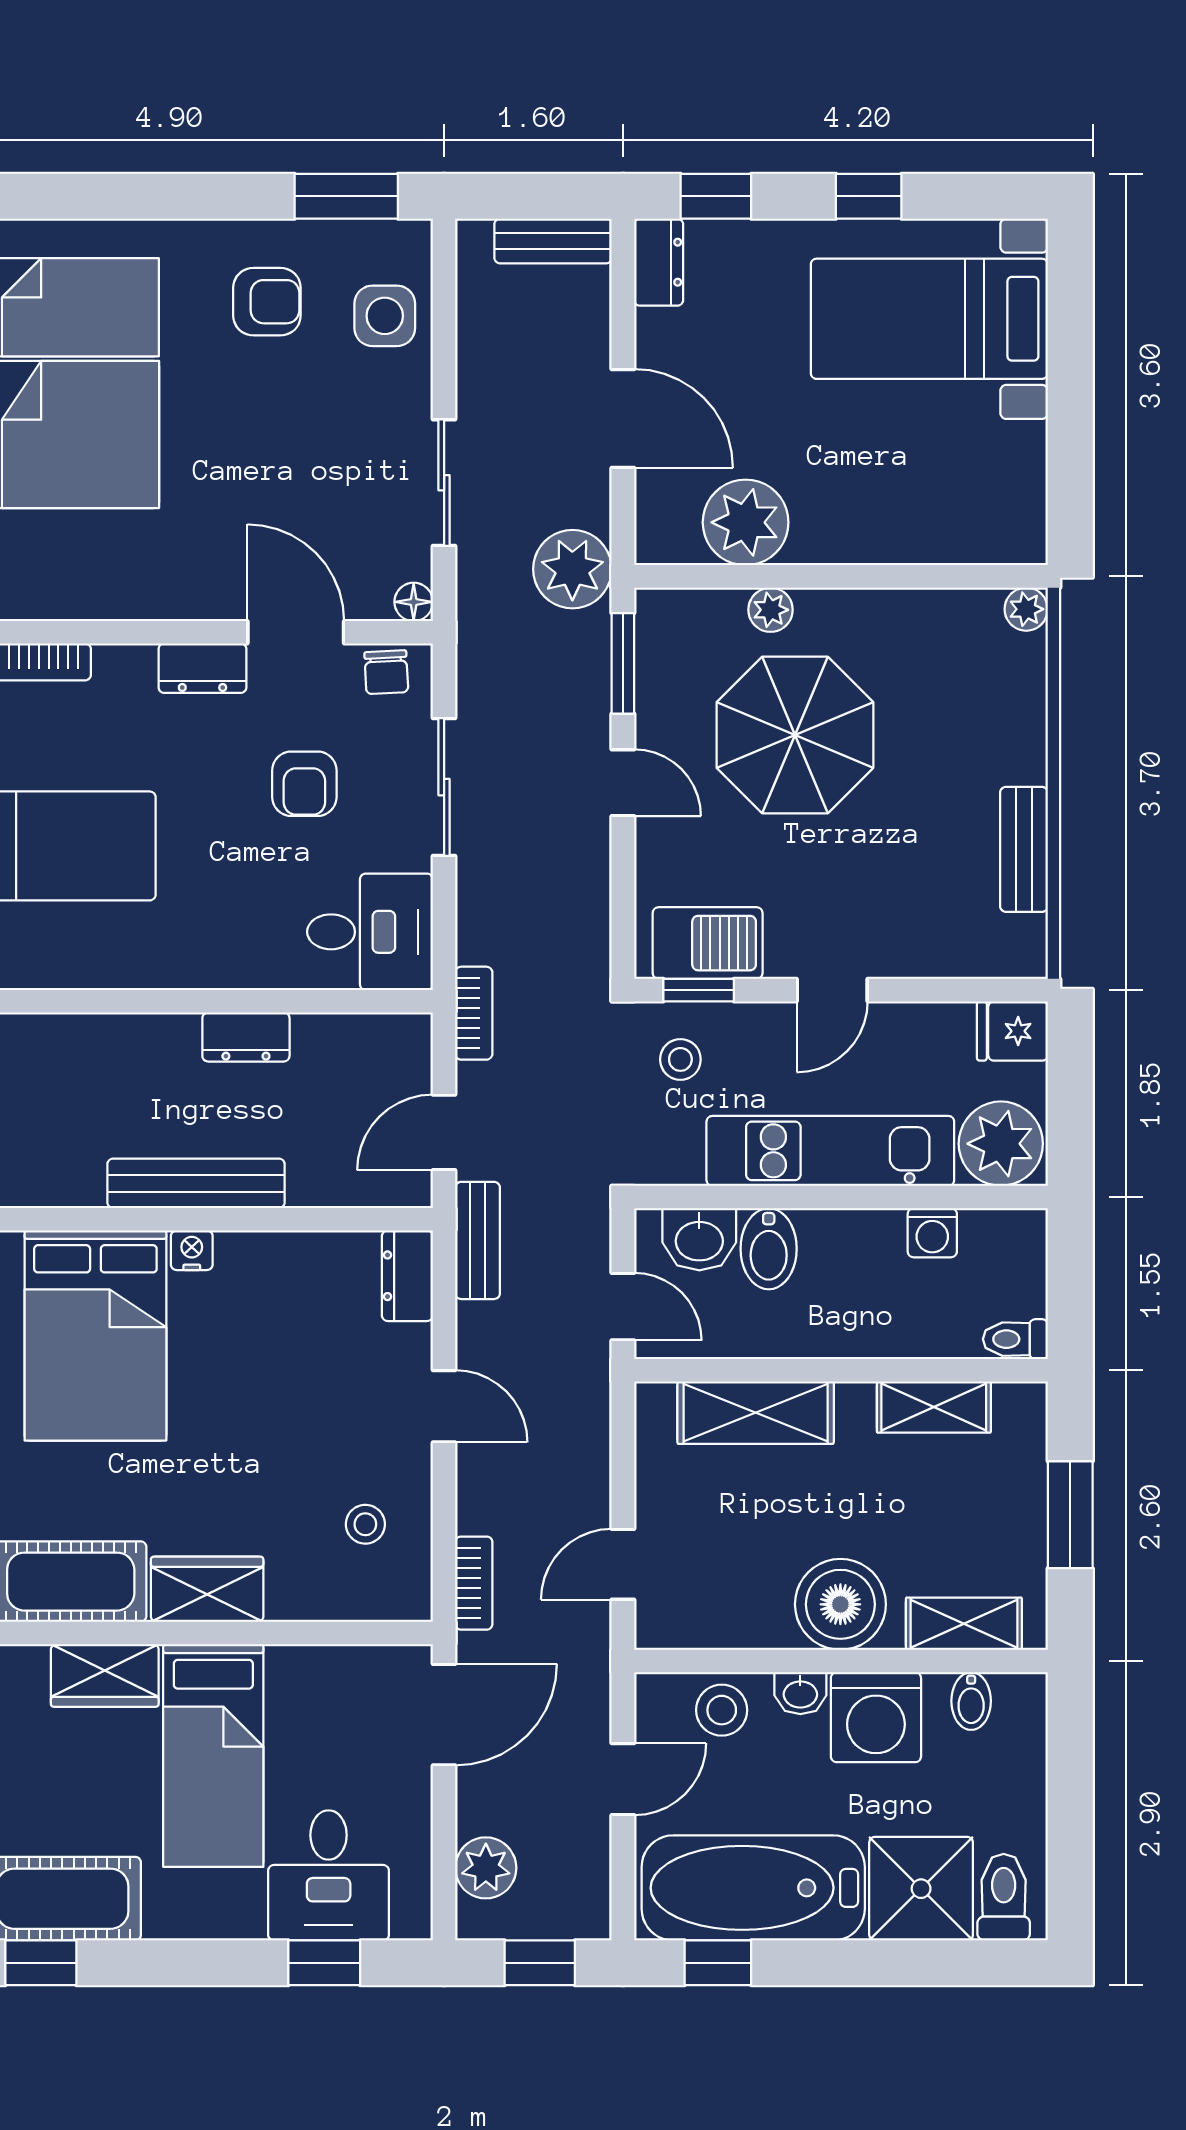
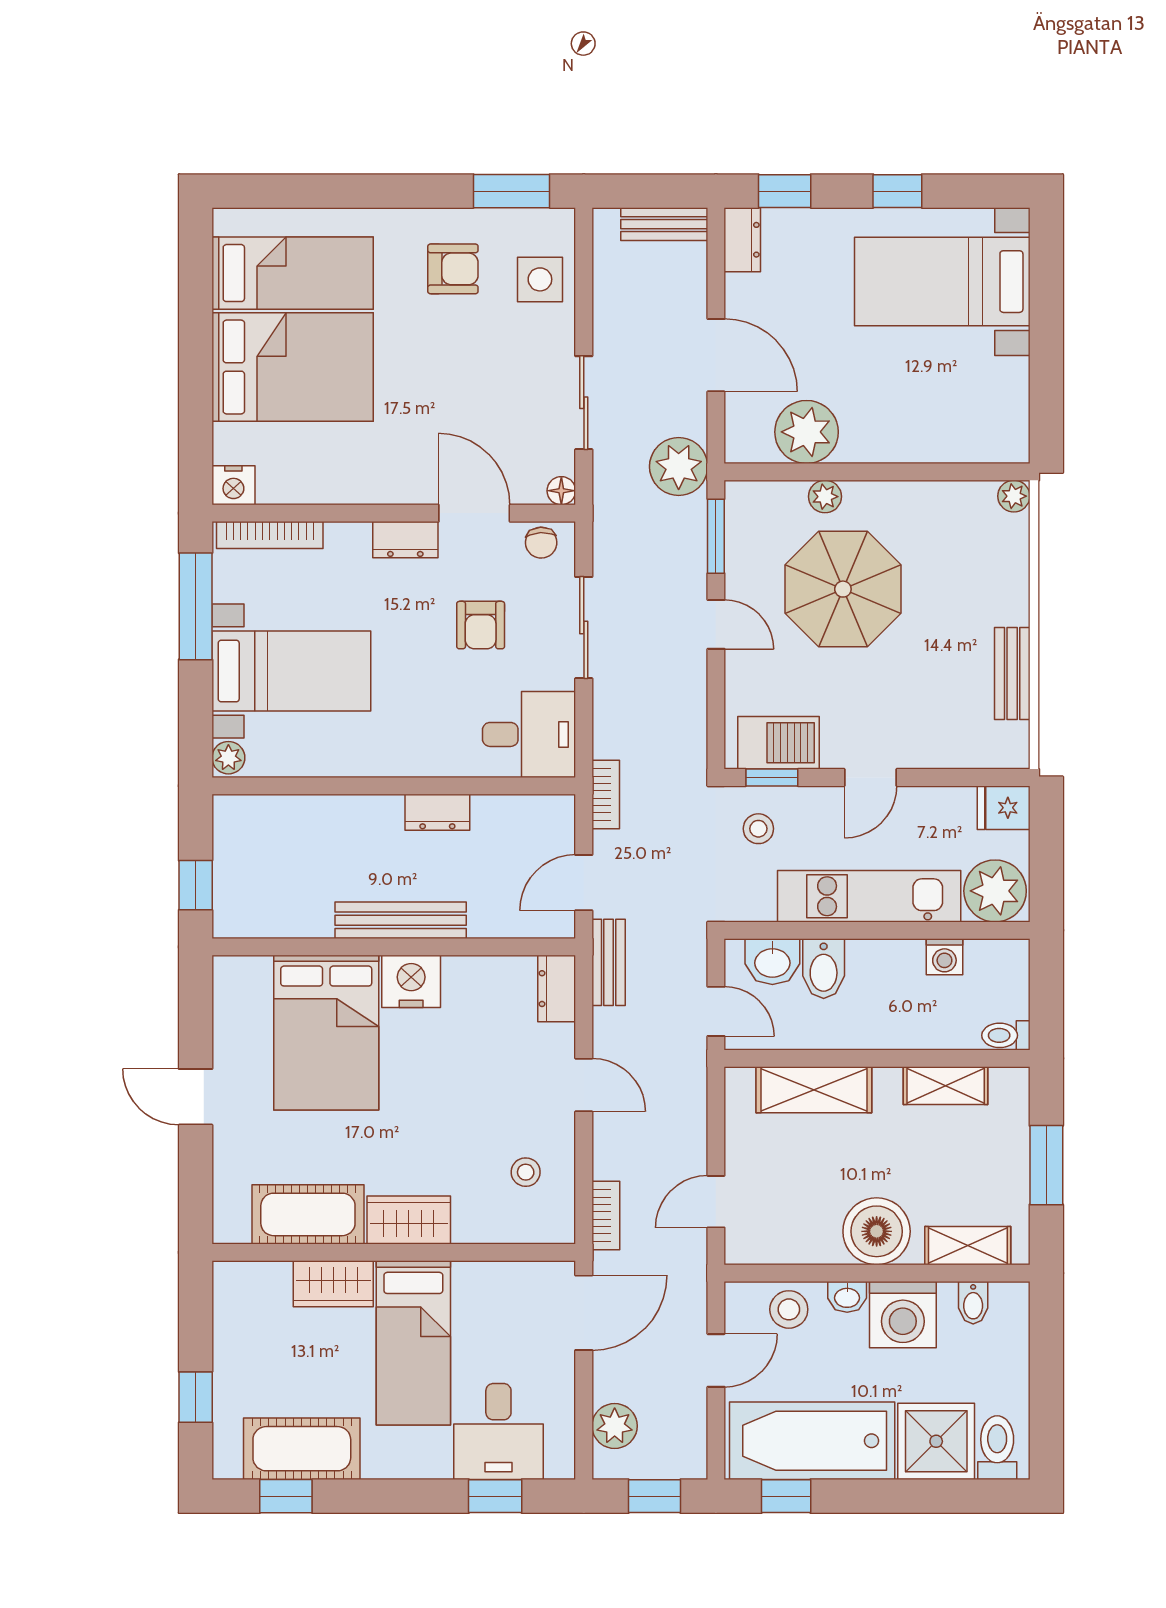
nightstand: (192, 1250) -> (411, 981), width x1.89, depth x1.79

